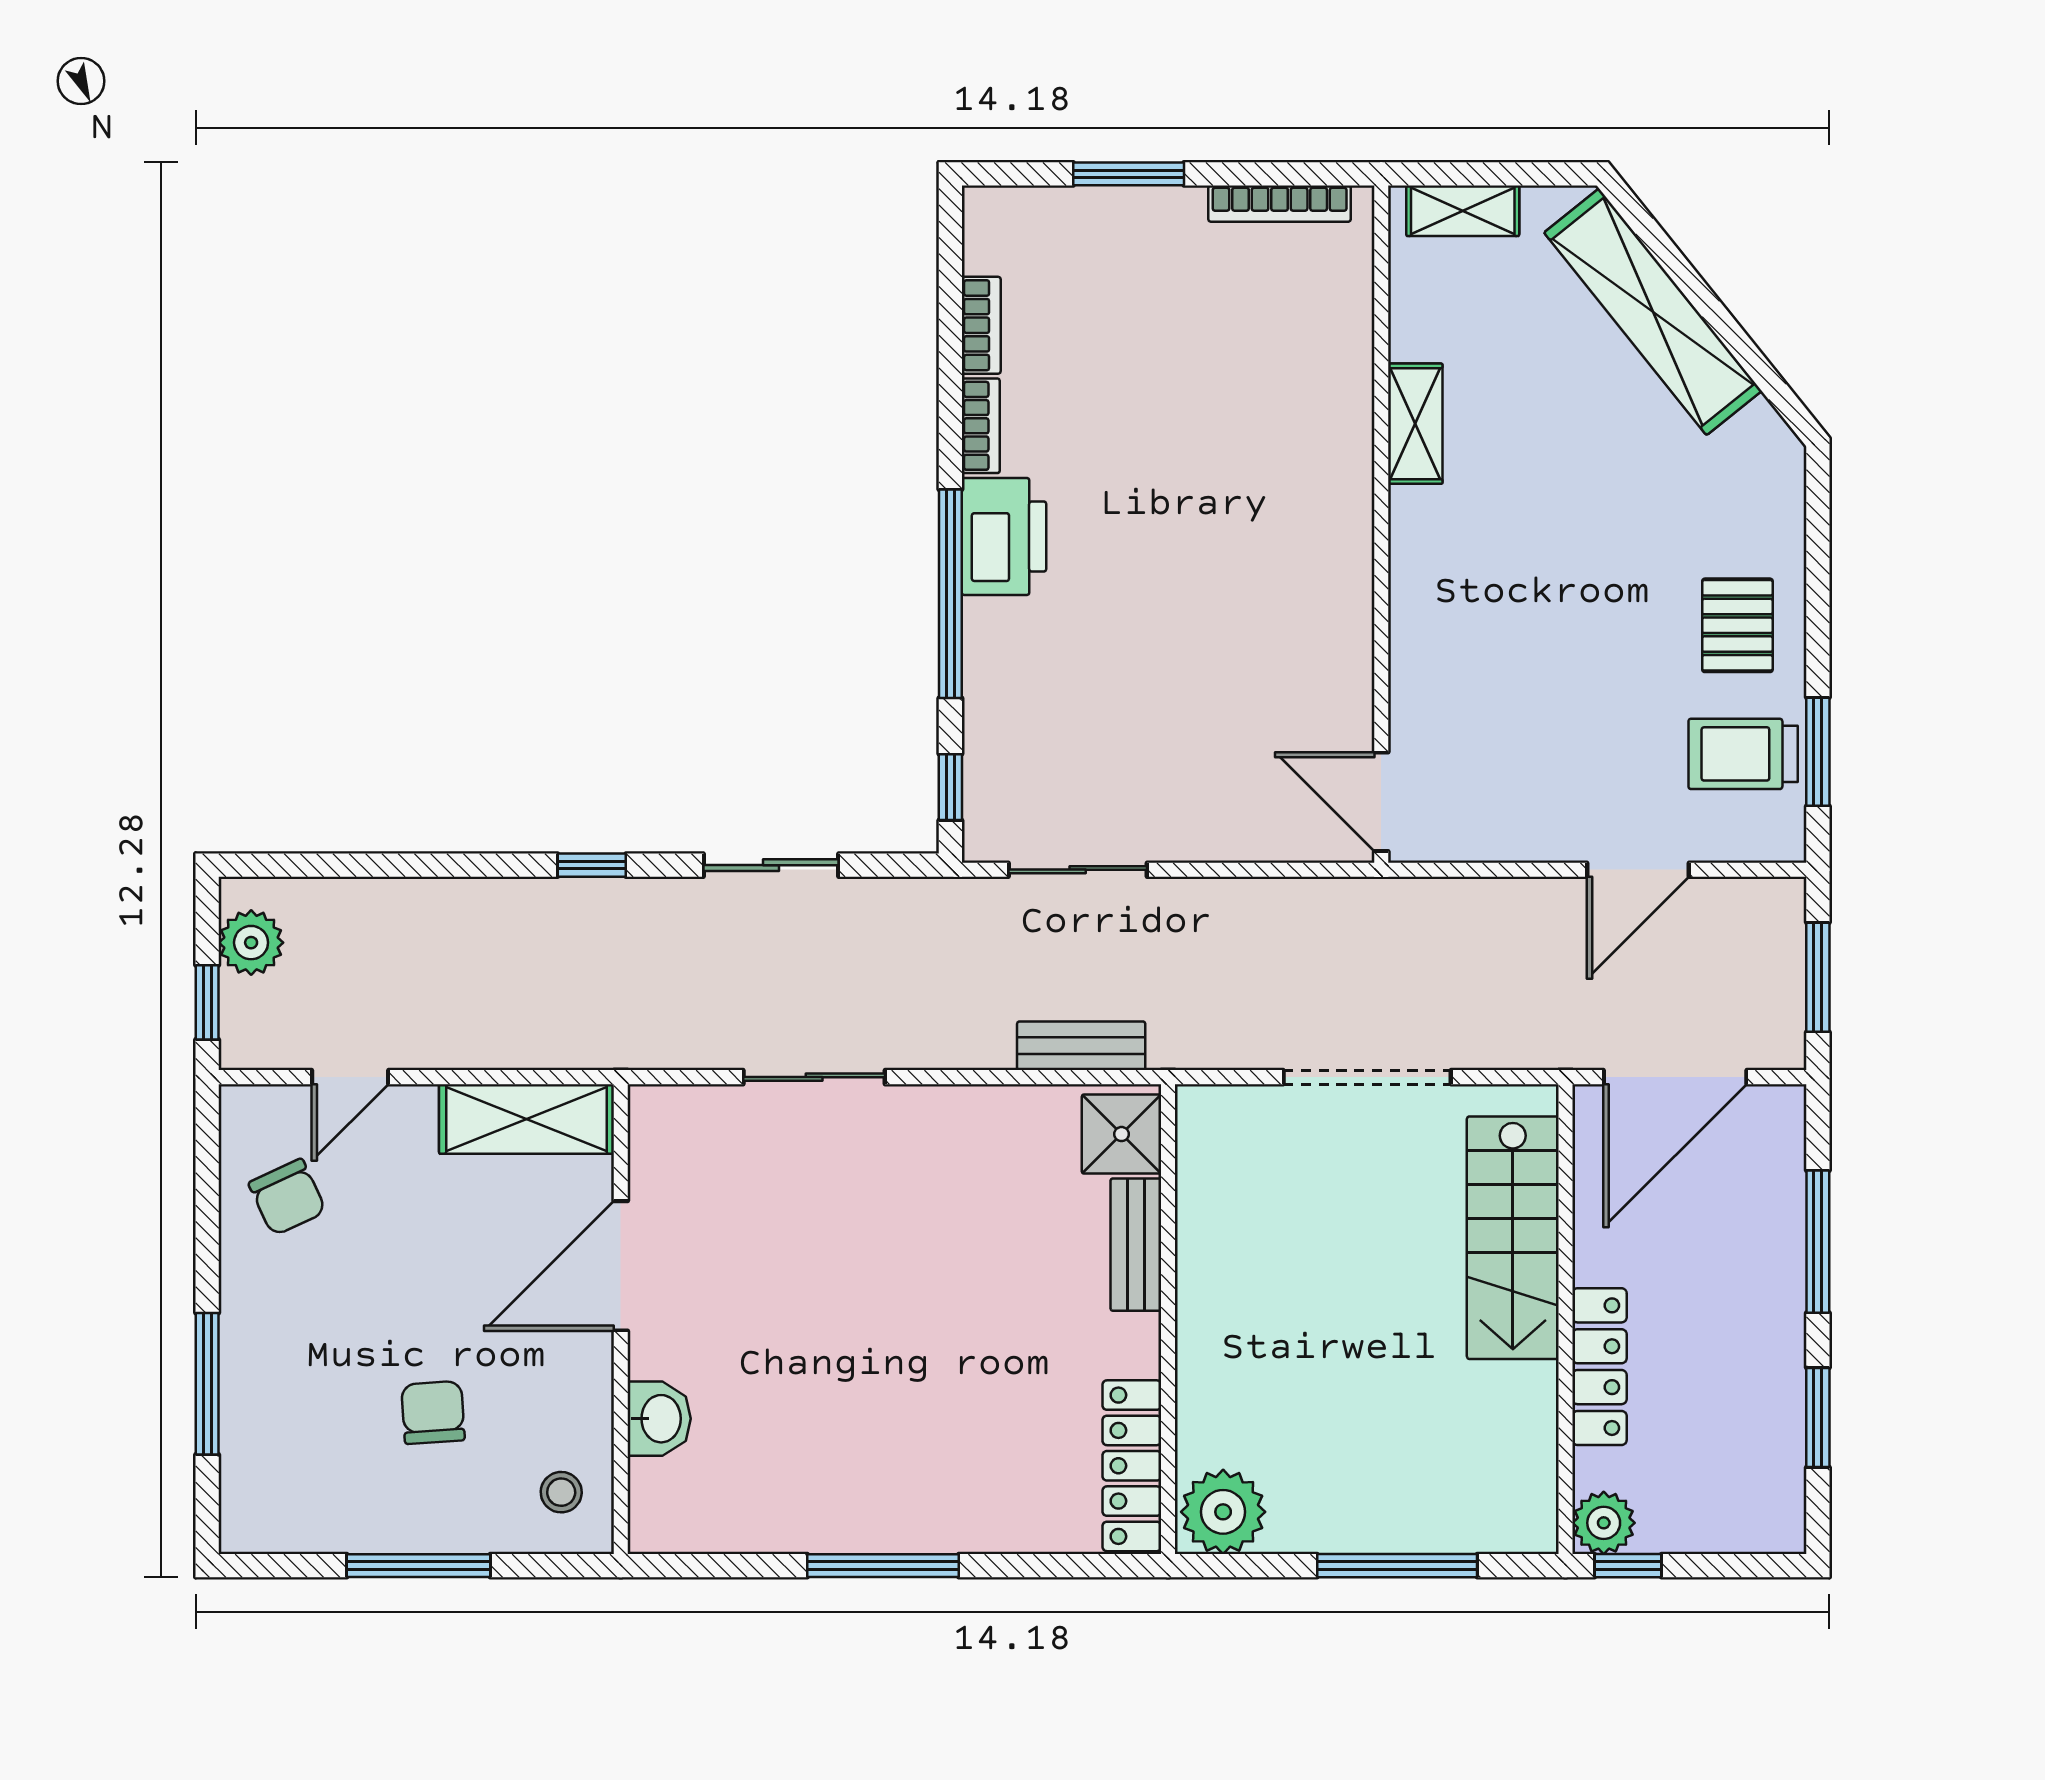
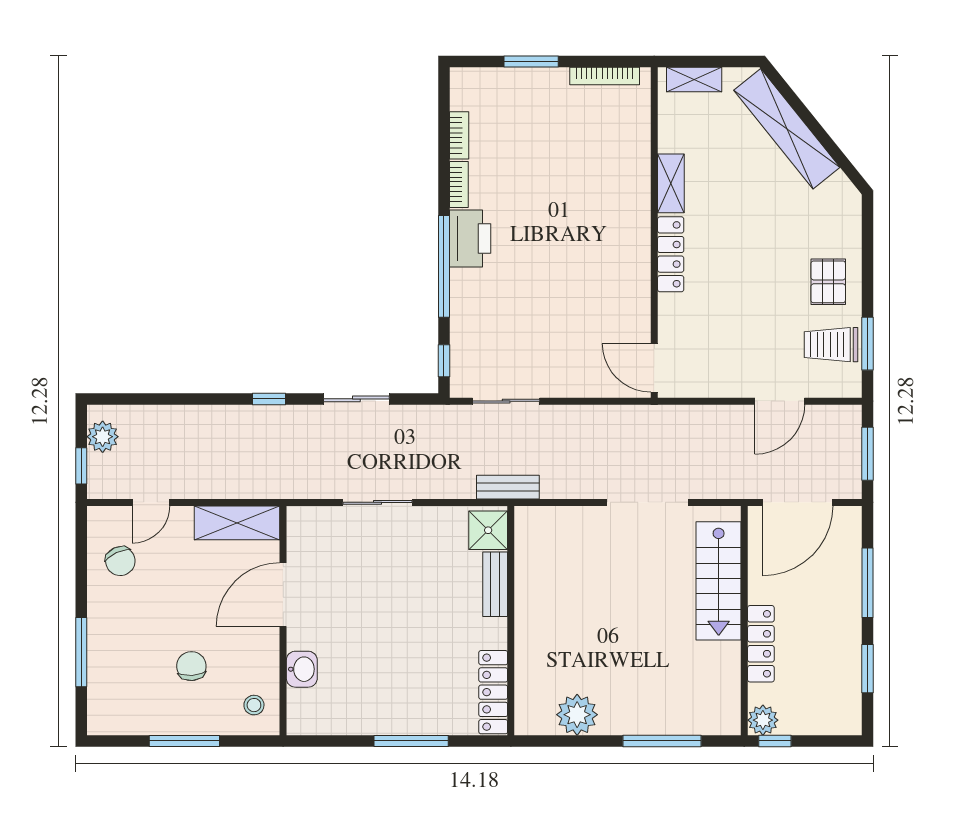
locker: (1415, 569) -> (671, 254), added
shower: (1121, 1134) -> (488, 530), moved
bench: (1136, 1245) -> (495, 584), moved
wall: (1168, 1319) -> (511, 621), moved
locker: (1132, 1466) -> (493, 692), moved

